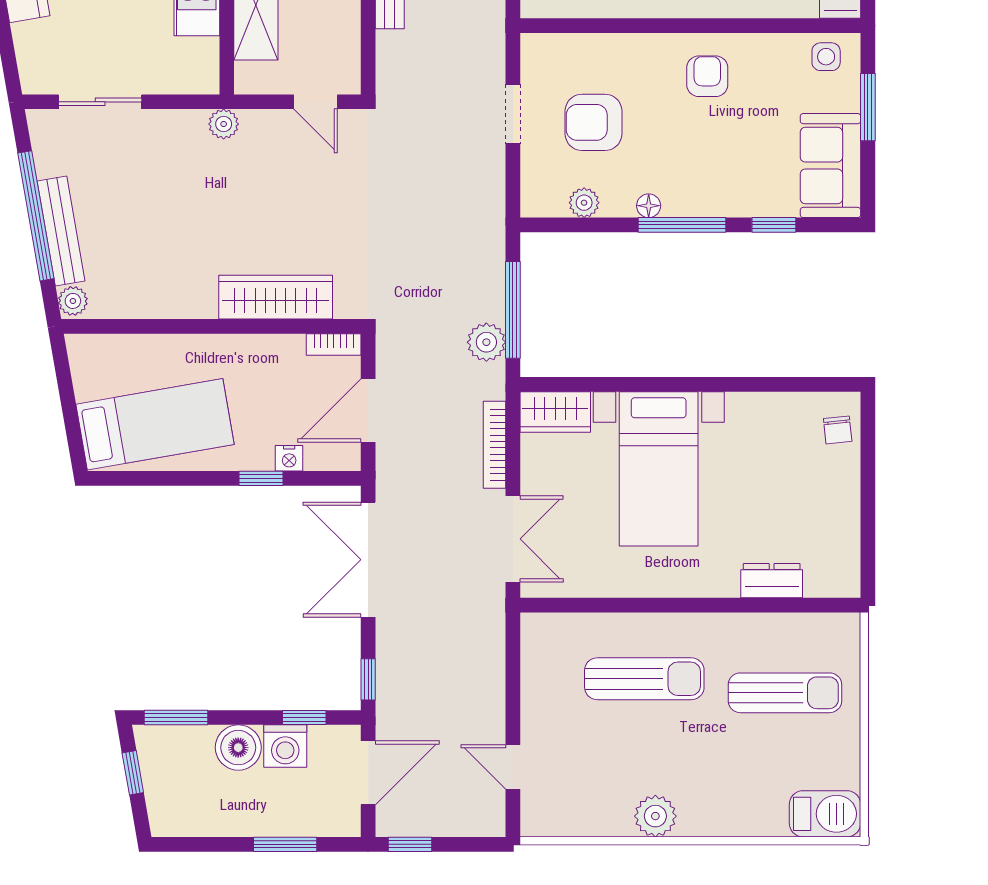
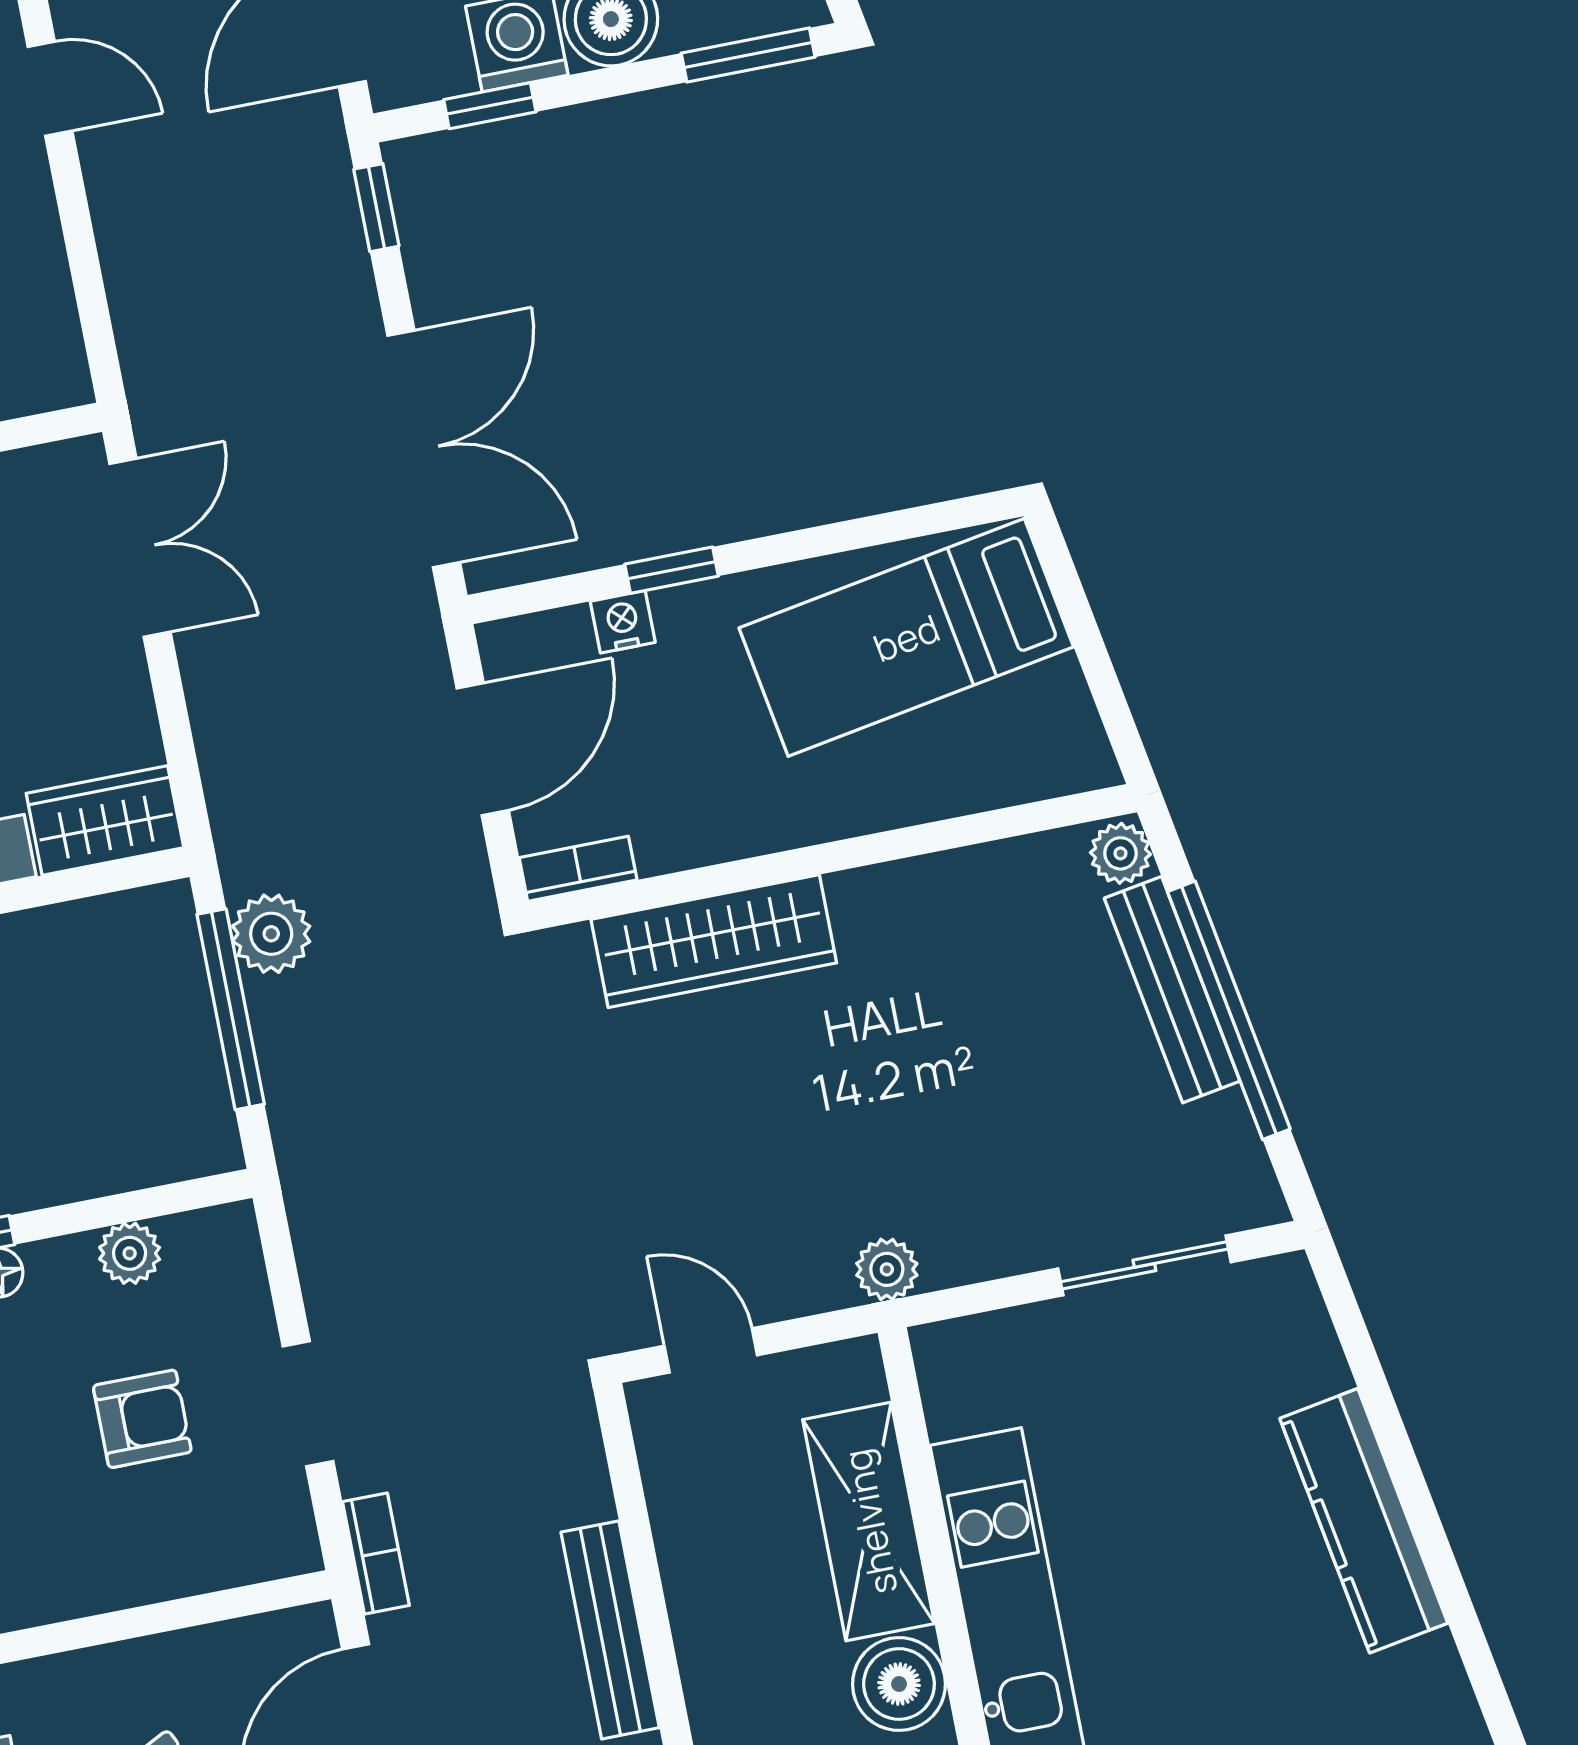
armchair: (594, 122) -> (142, 1419), width x0.72, depth x0.72
bookcase: (494, 445) -> (376, 1554), moved, width x0.64
double door: (513, 539) -> (140, 548), swing flipped

